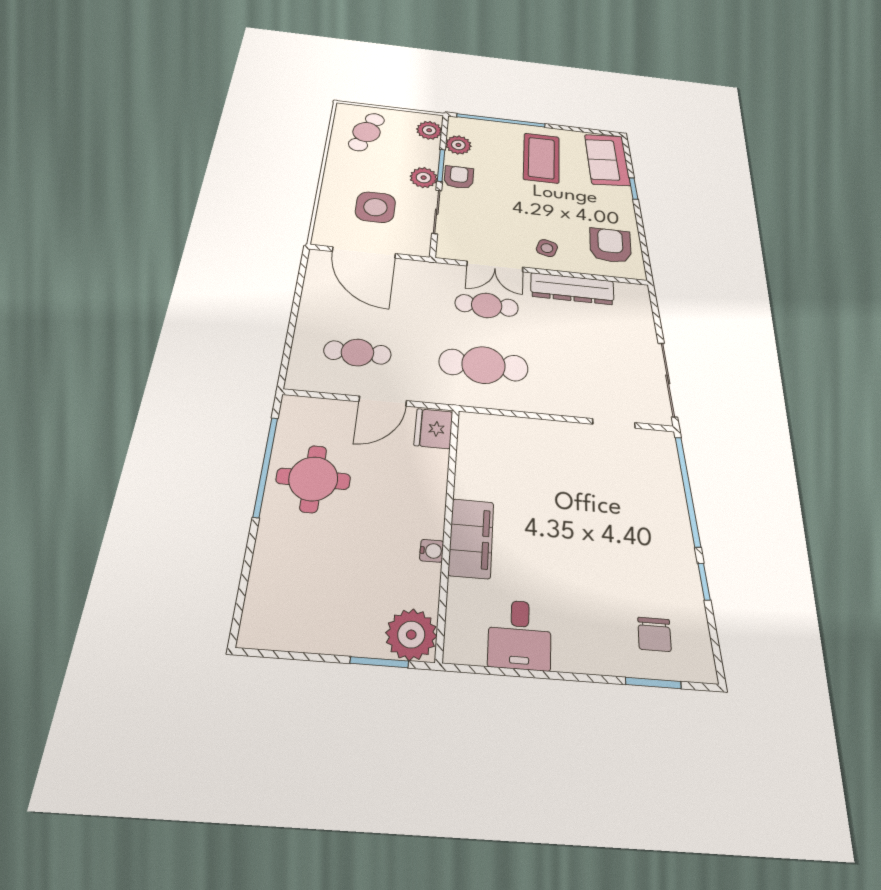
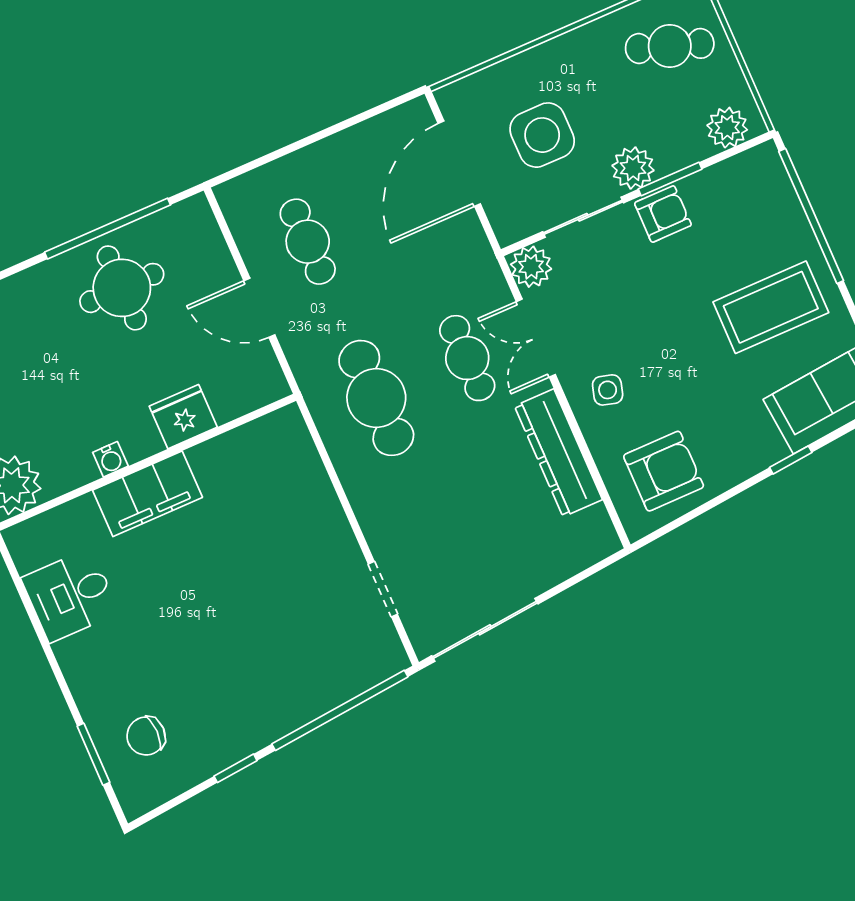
plant: (458, 145) -> (531, 267), moved
fridge: (434, 429) -> (183, 417), moved

